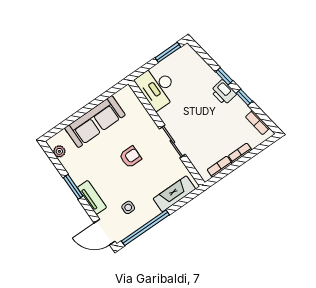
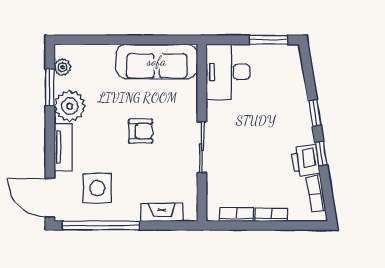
printer: (224, 92) -> (306, 161), moved
sofa: (95, 122) -> (157, 61), moved
plant: (79, 171) -> (70, 106), added
window: (73, 187) -> (50, 87), moved
fireplace: (174, 194) -> (162, 212), width x0.73, depth x0.76
side table: (128, 207) -> (97, 188), width x1.87, depth x1.87

